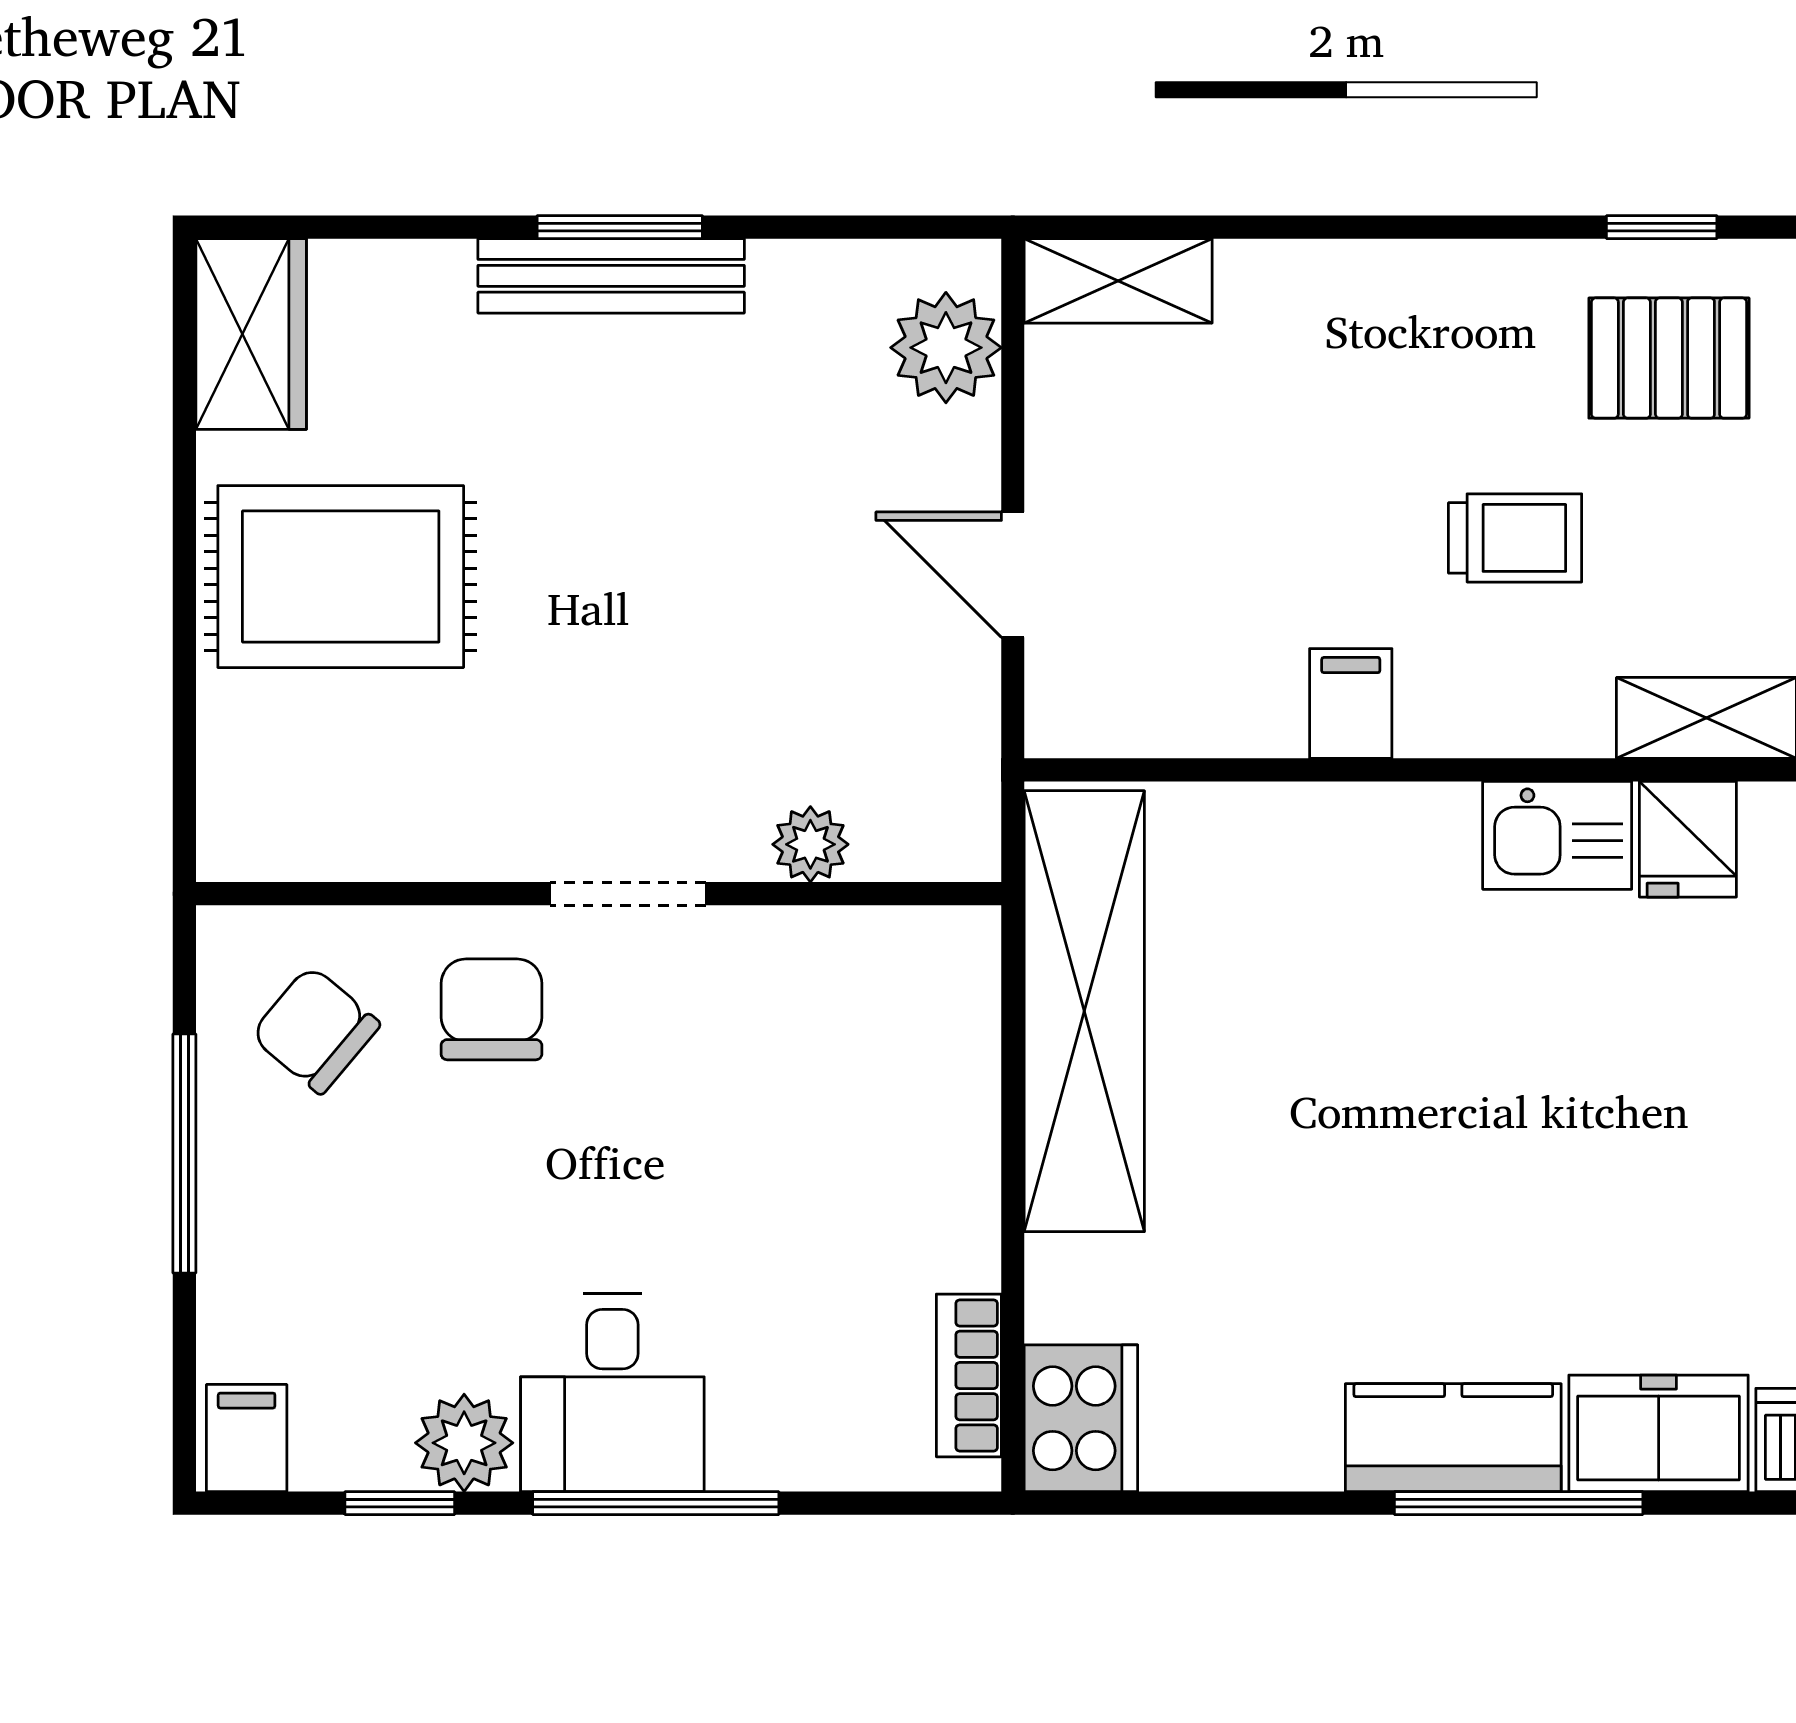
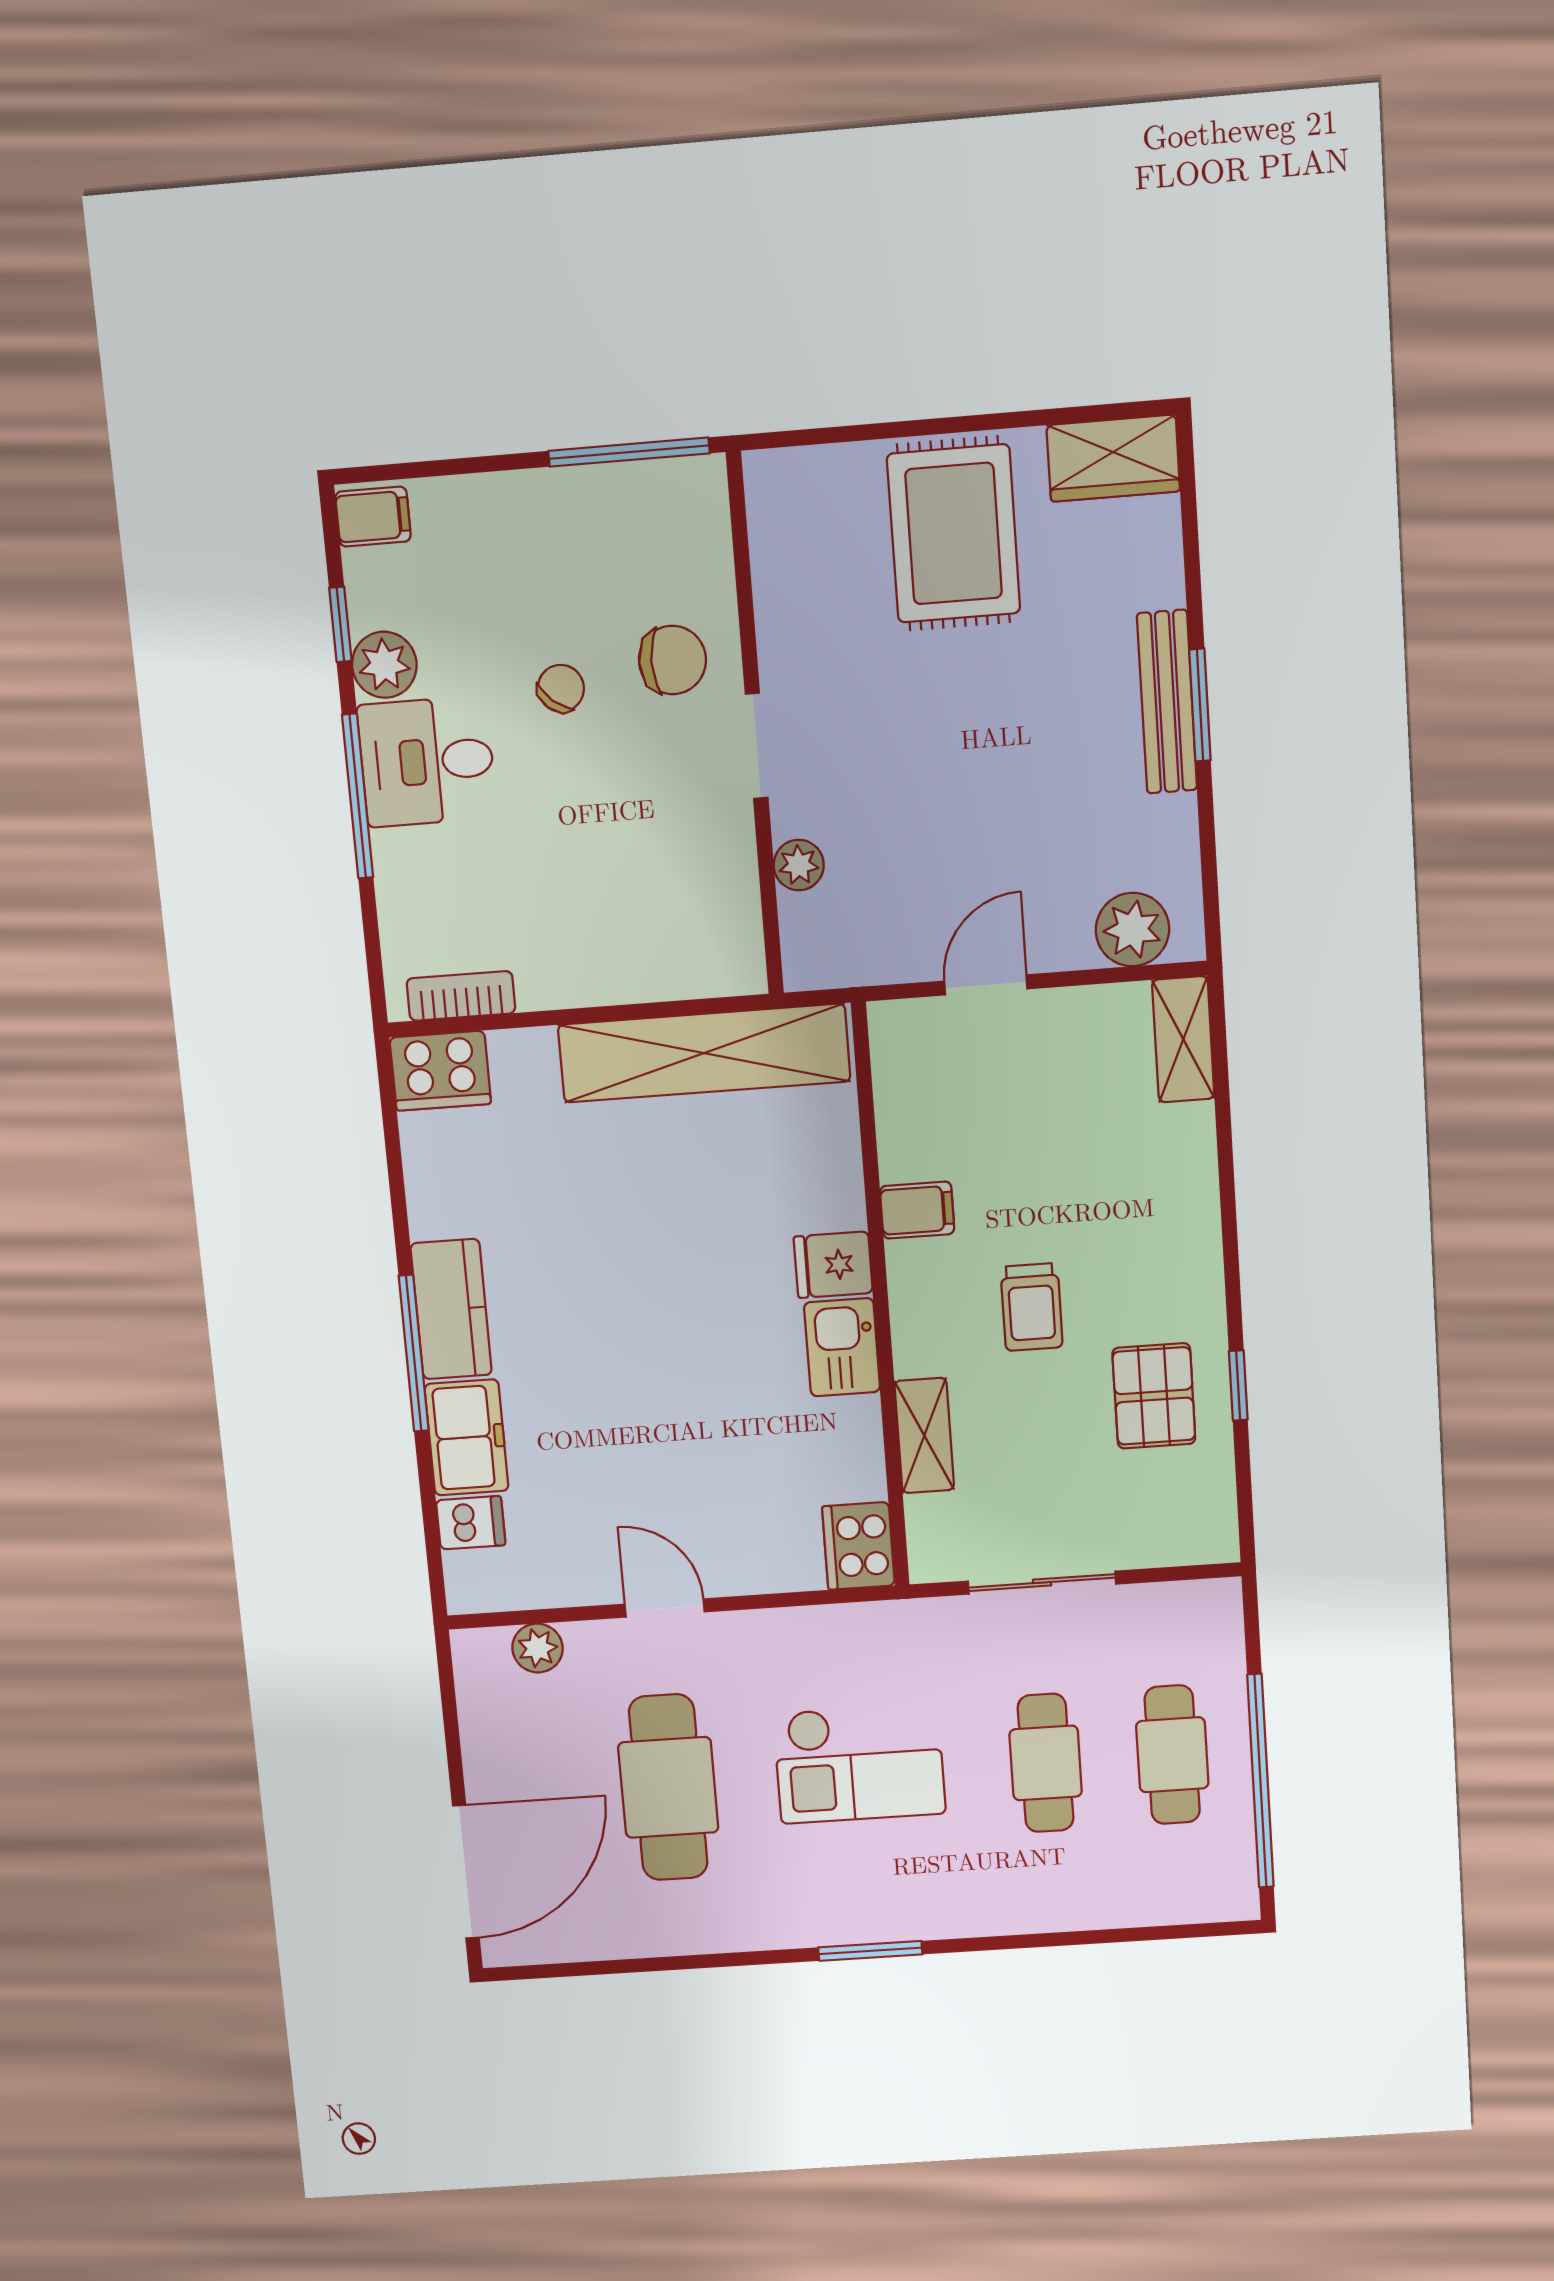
fridge: (1688, 839) -> (833, 1265), moved
chair: (315, 1030) -> (561, 688), moved, width x0.73, depth x0.73
window: (184, 1153) -> (629, 452), moved

